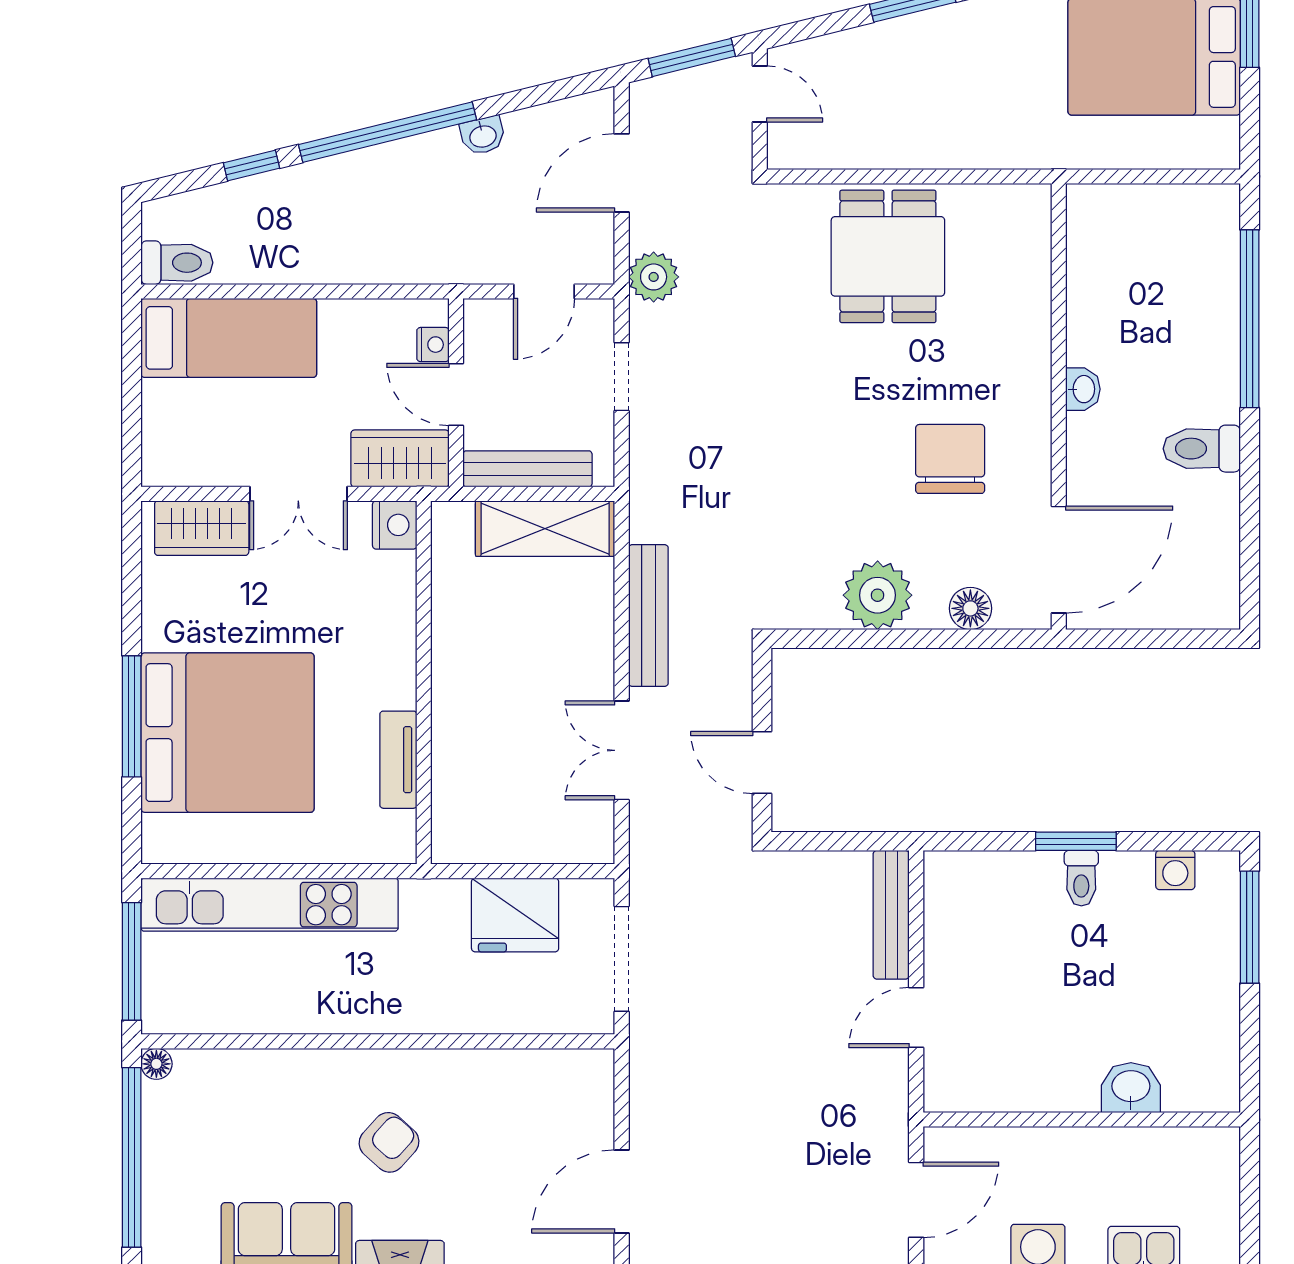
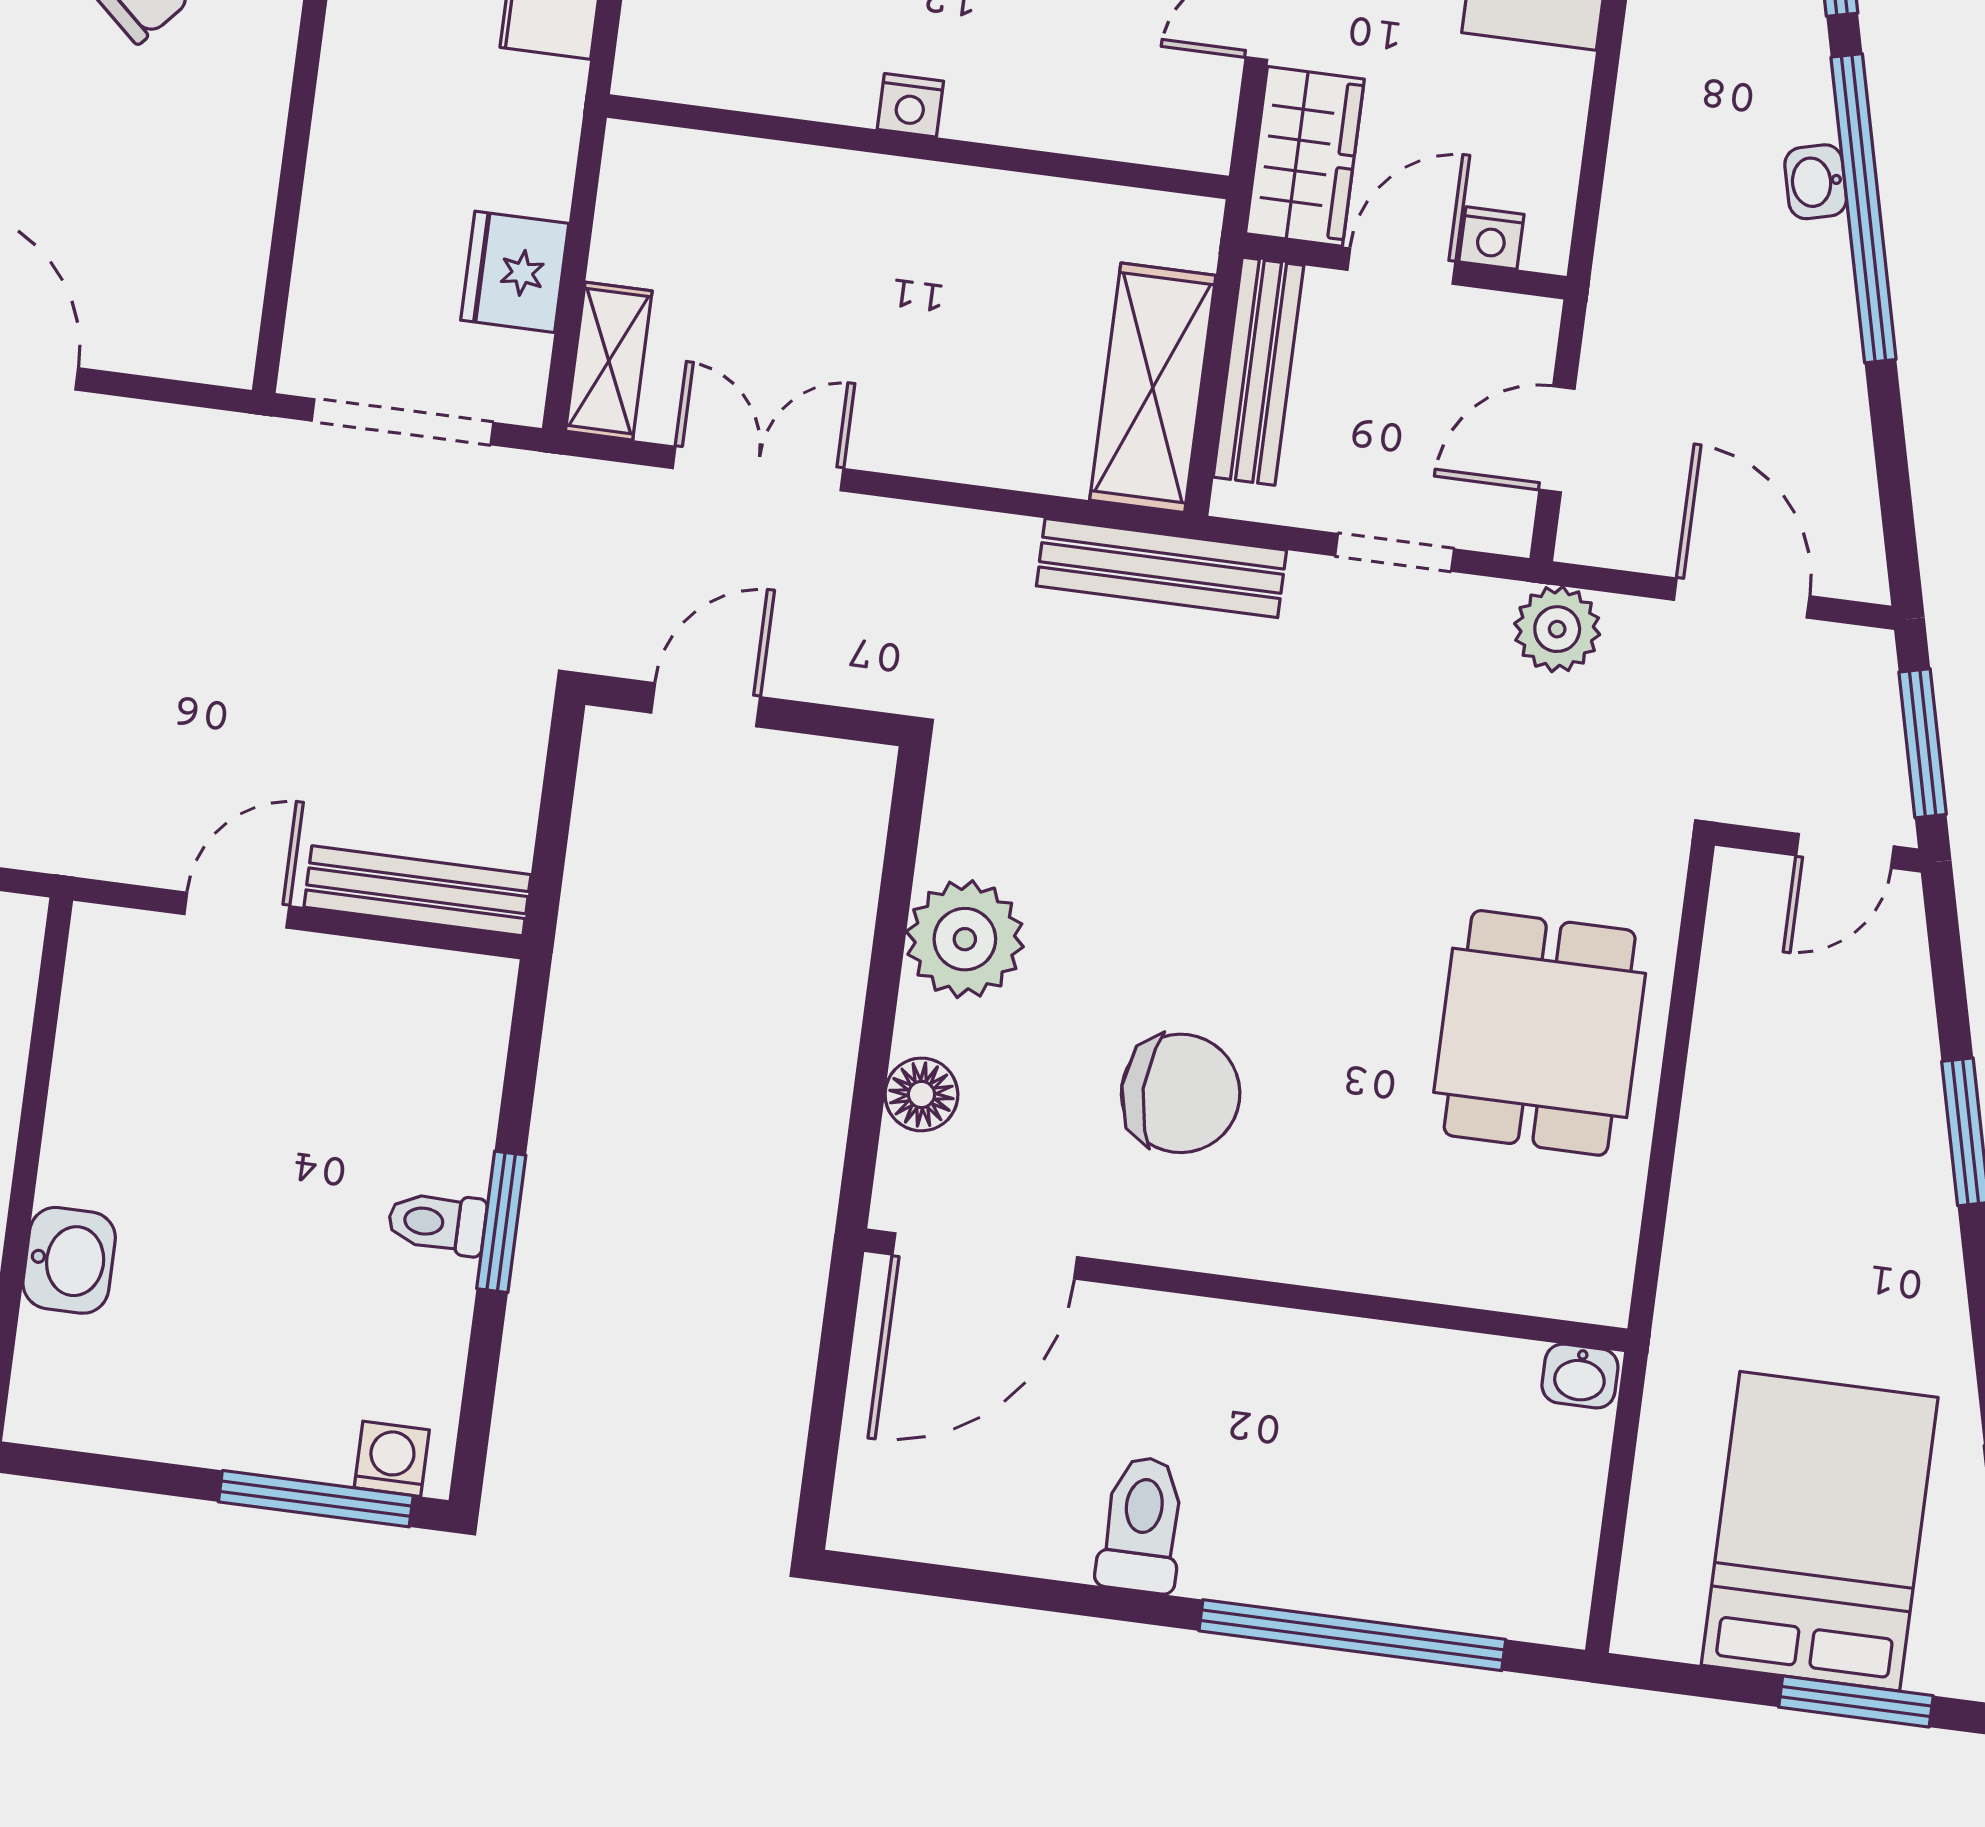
washbasin: (483, 136) -> (1816, 182), moved
dining table: (888, 256) -> (1540, 1033), turned 90
door: (544, 291) -> (1557, 439), hinge flipped
washbasin: (1083, 389) -> (1580, 1376), moved
nightstand: (395, 525) -> (910, 105), moved, width x0.72, depth x0.74
door: (1059, 560) -> (985, 1256), hinge flipped
bench: (648, 616) -> (1161, 568), moved
tv unit: (398, 760) -> (792, 86), removed
shelving: (571, 845) -> (609, 361), added
washing machine: (1175, 870) -> (392, 1459), moved, turned 90
fridge: (515, 915) -> (515, 272), width x0.73, depth x0.75
door: (916, 1017) -> (237, 910), hinge flipped

